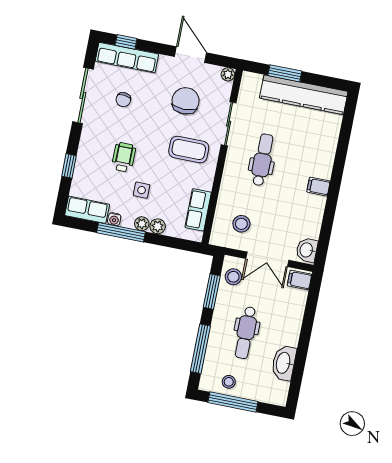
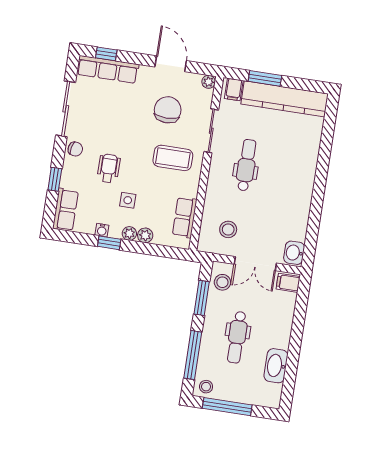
chair: (123, 100) -> (75, 149), moved, turned -85
filing cabinet: (318, 187) -> (234, 89), moved, turned -90
row of seats: (87, 210) -> (65, 210), moved, turned 90
window: (121, 232) -> (109, 243), width x0.46
stool: (229, 382) -> (206, 387), moved

